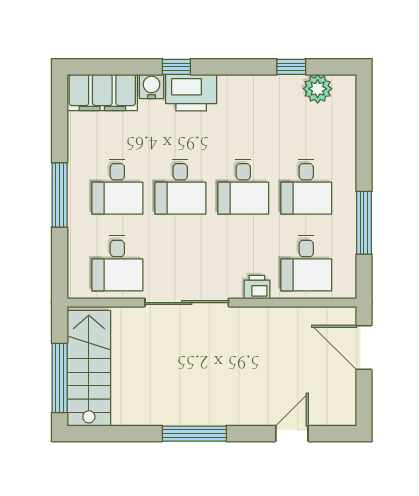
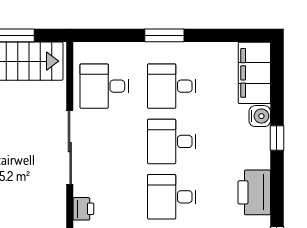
printer: (191, 93) -> (254, 192), moved
window: (60, 195) -> (164, 35), width x0.69

